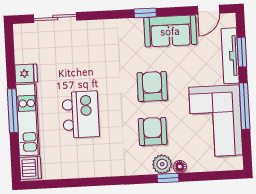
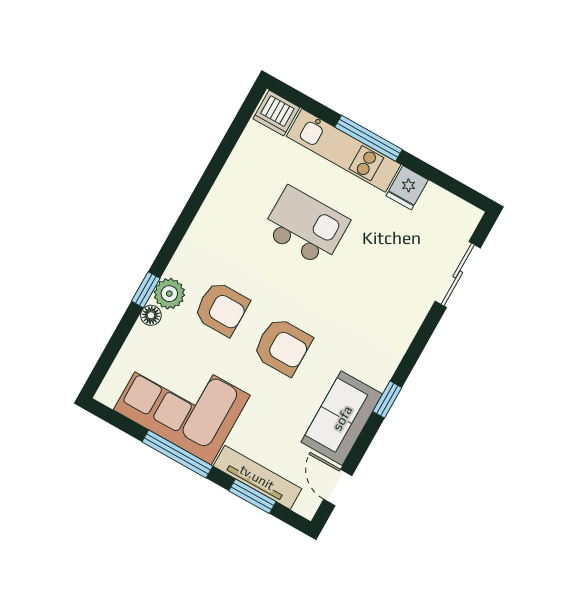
kitchen island: (81, 114) -> (306, 226), turned 180

